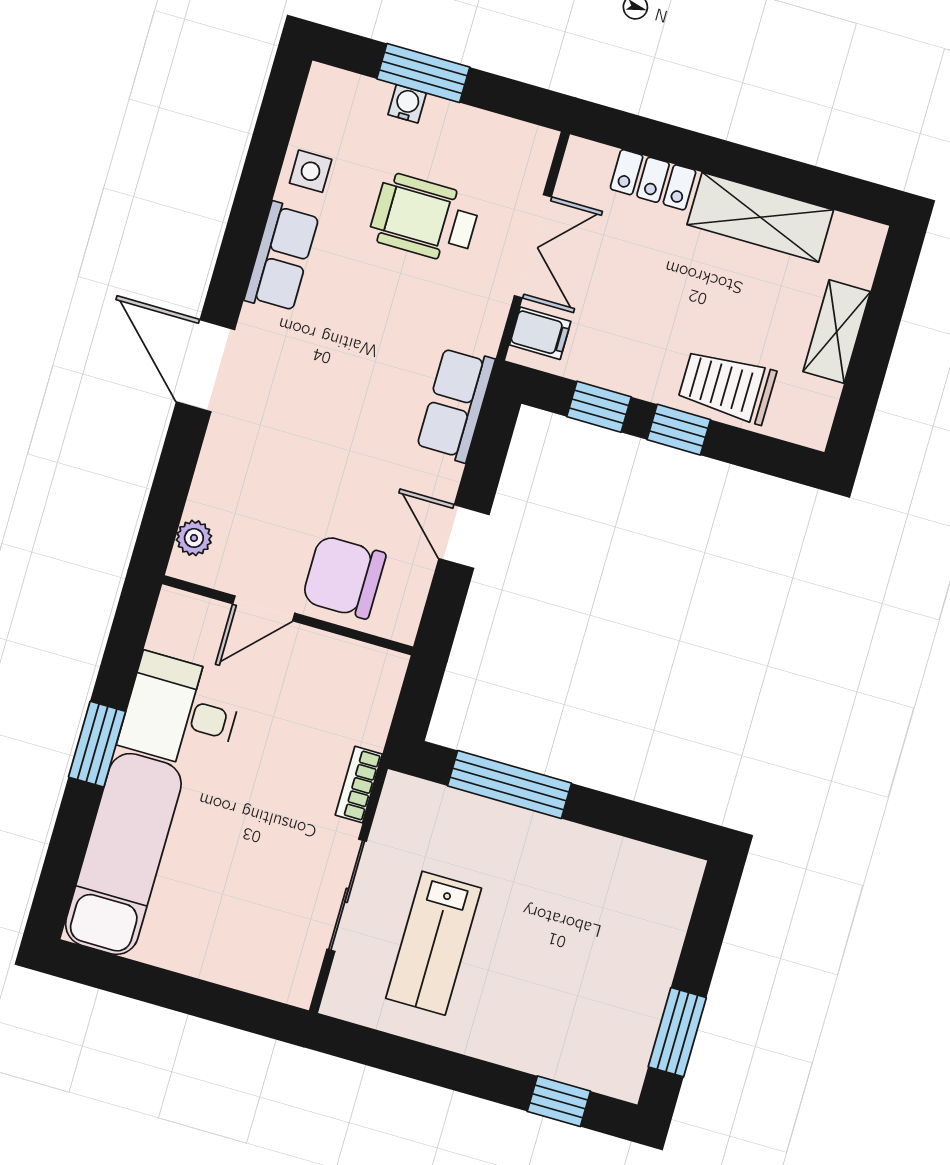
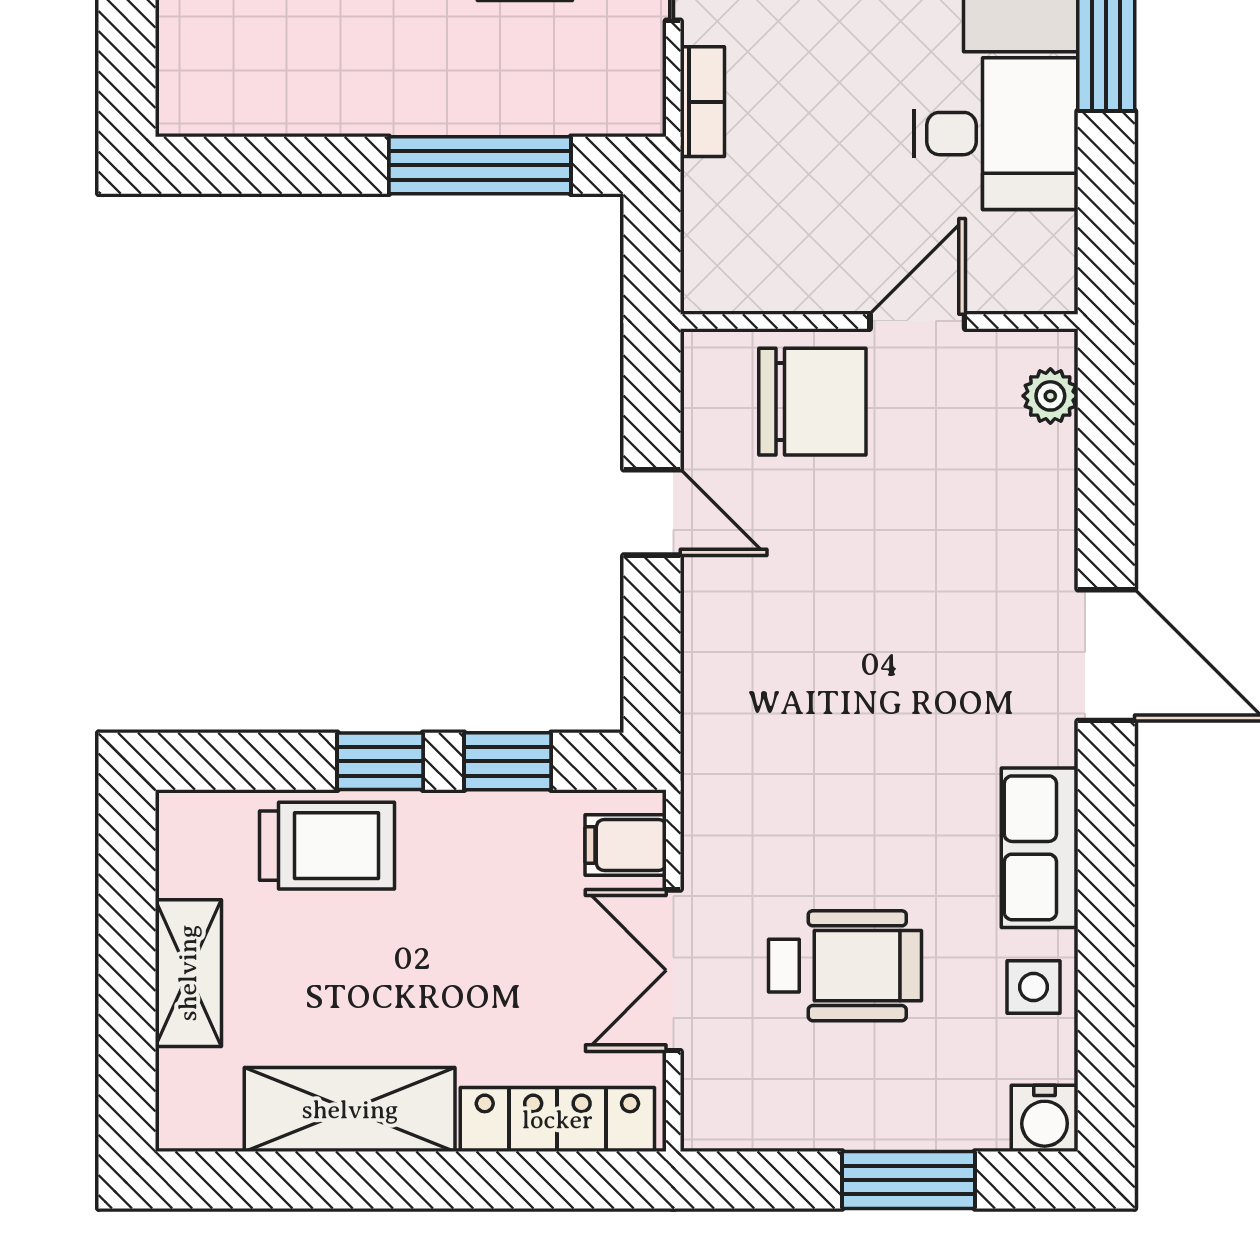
water cooler: (407, 104) -> (1045, 1118), moved, width x1.38, depth x1.38
locker: (653, 180) -> (557, 1120), width x1.53
row of seats: (456, 404) -> (720, 705), removed

